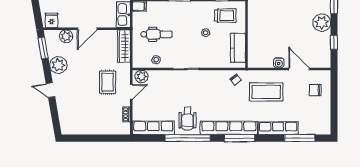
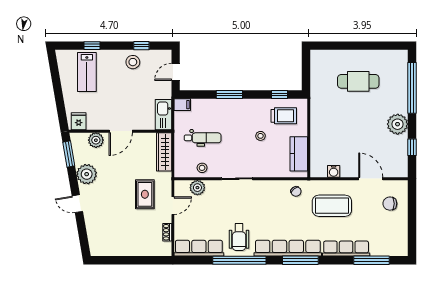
water cooler: (279, 63) -> (334, 171), moved
plant: (141, 77) -> (197, 188), moved

